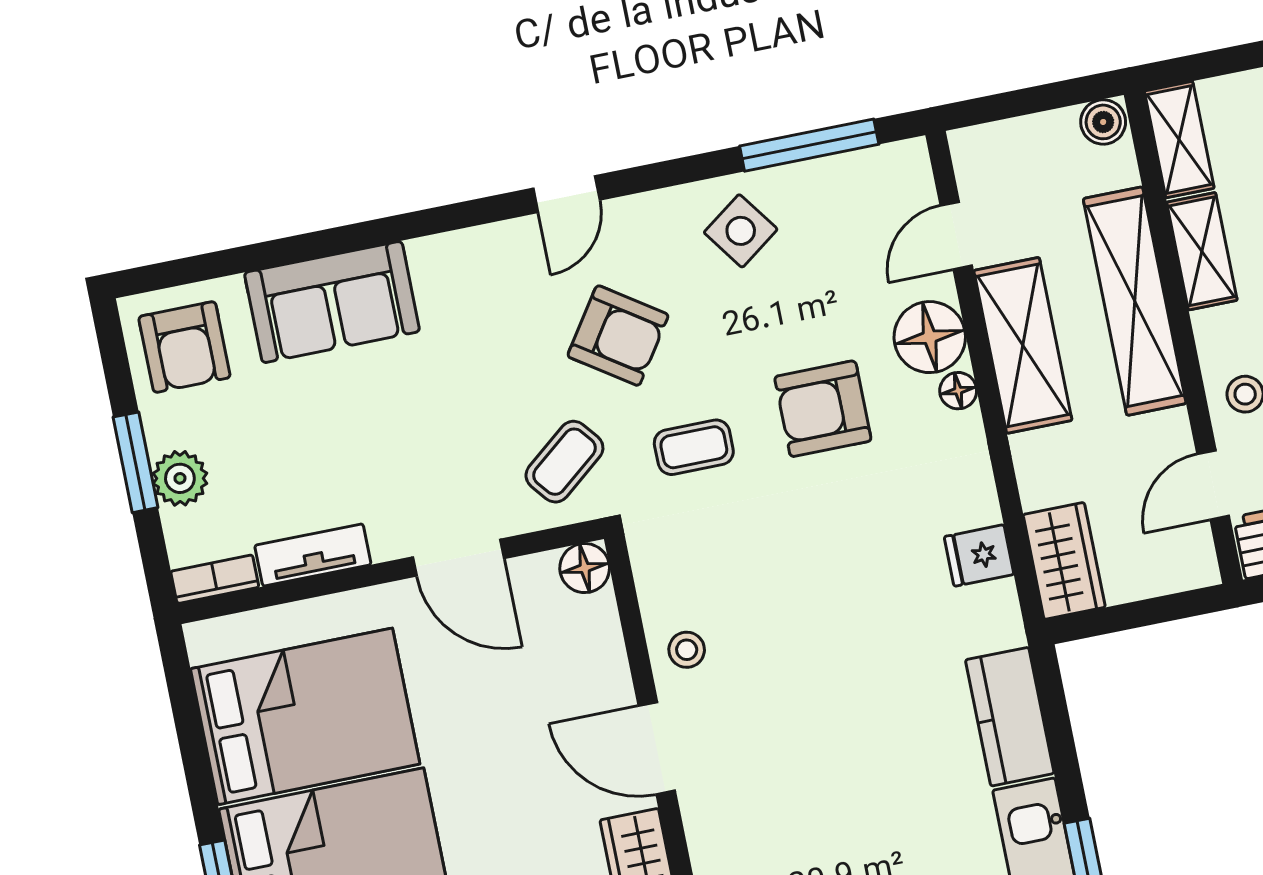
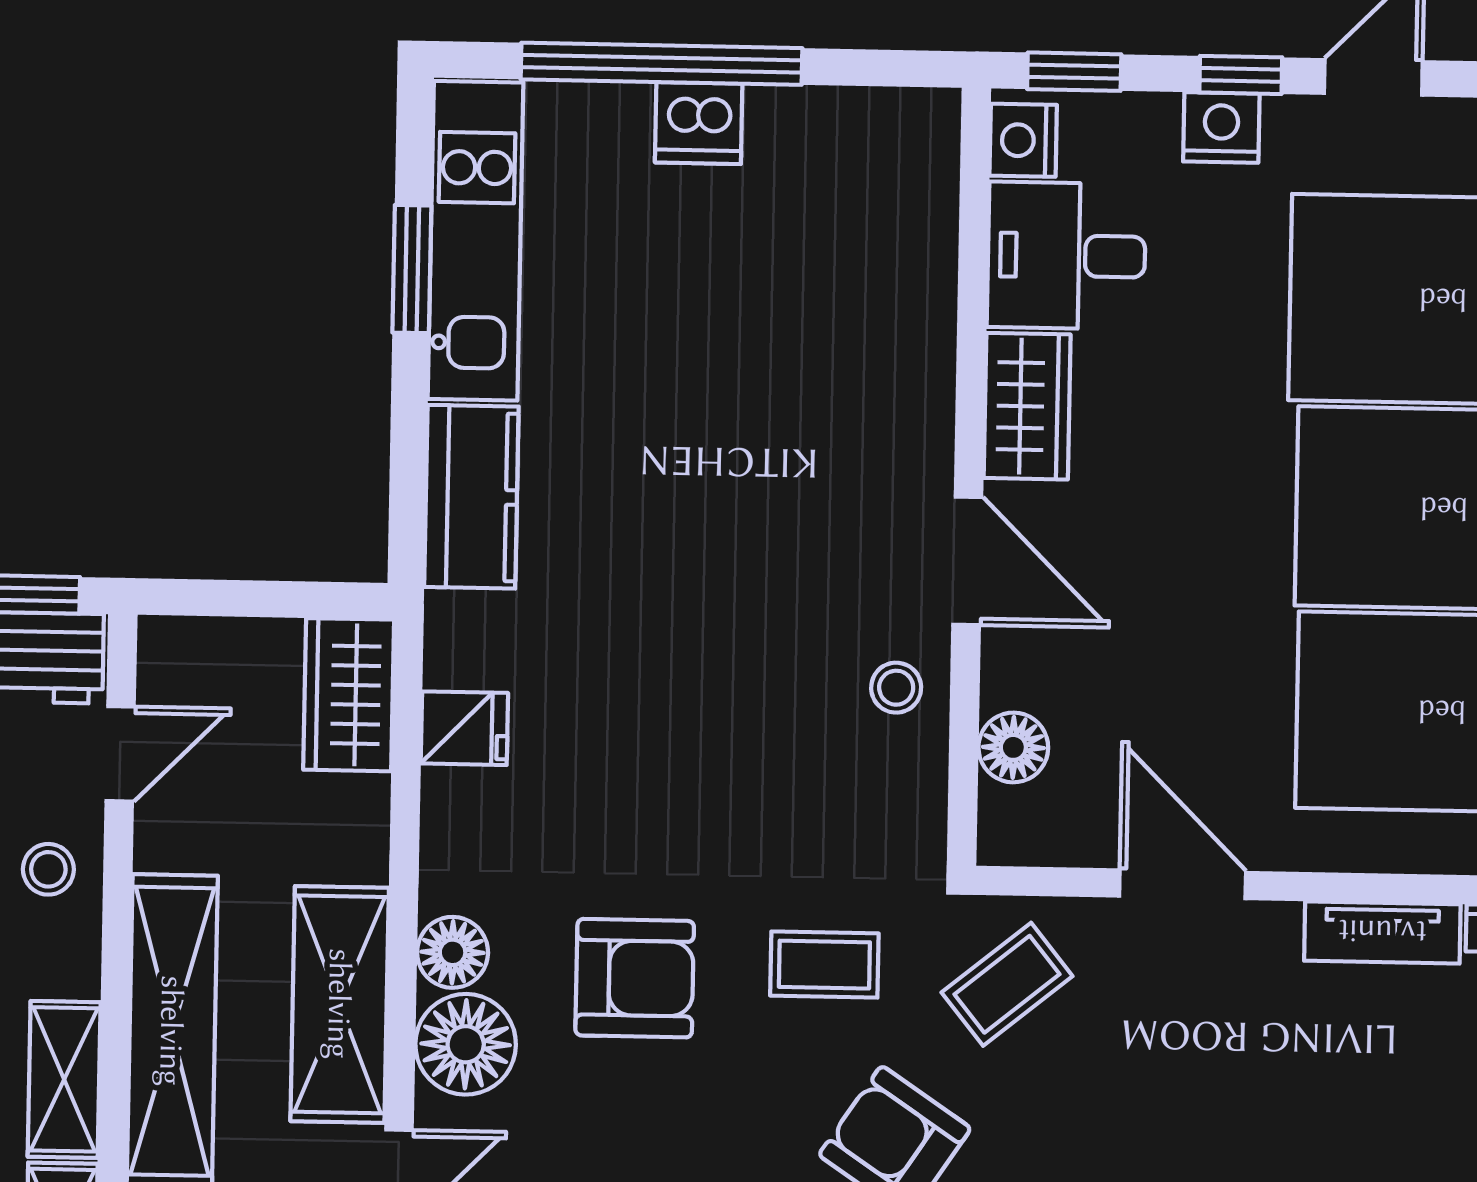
floor lamp: (958, 391) -> (453, 952), width x1.37, depth x1.37
floor lamp: (585, 568) -> (1013, 747), moved

